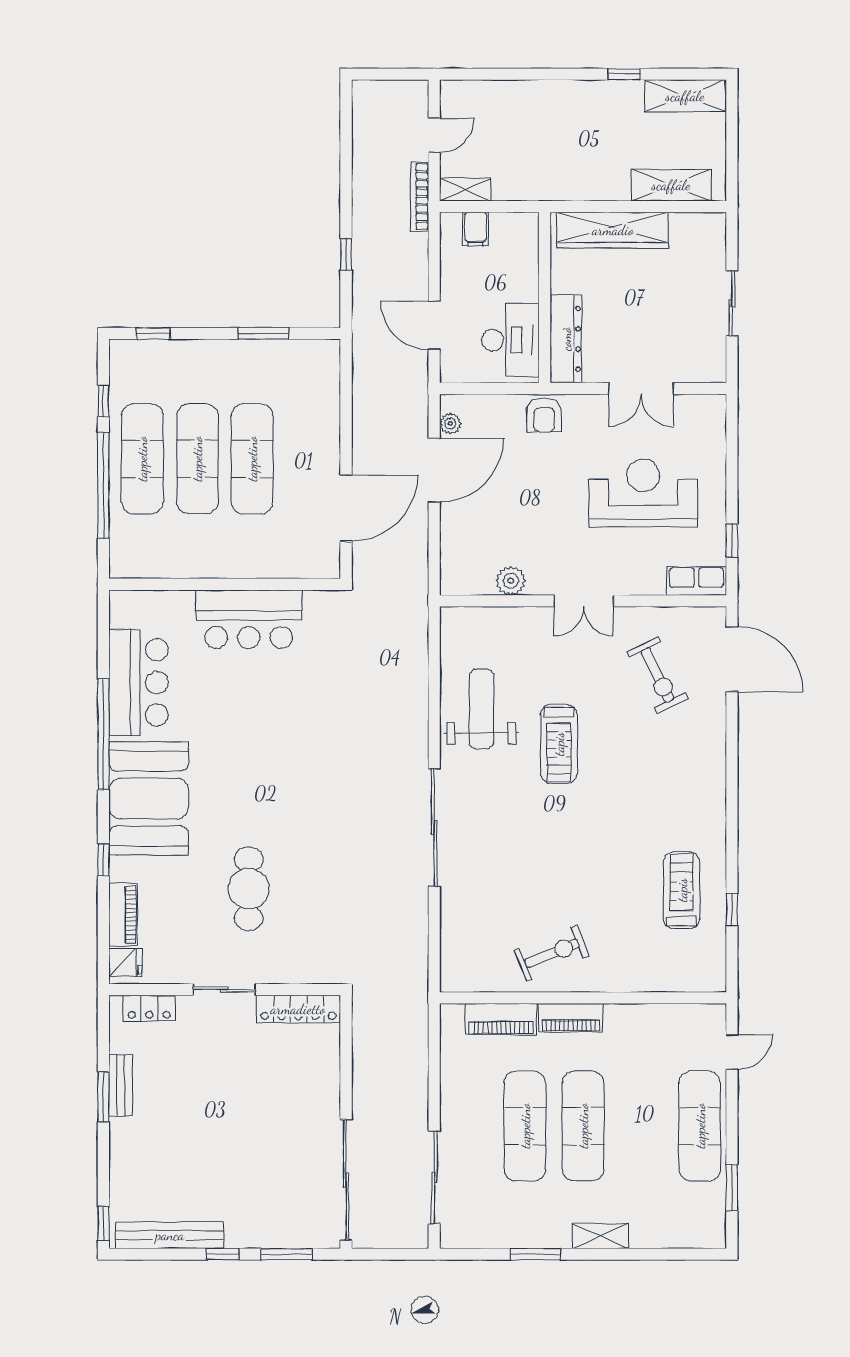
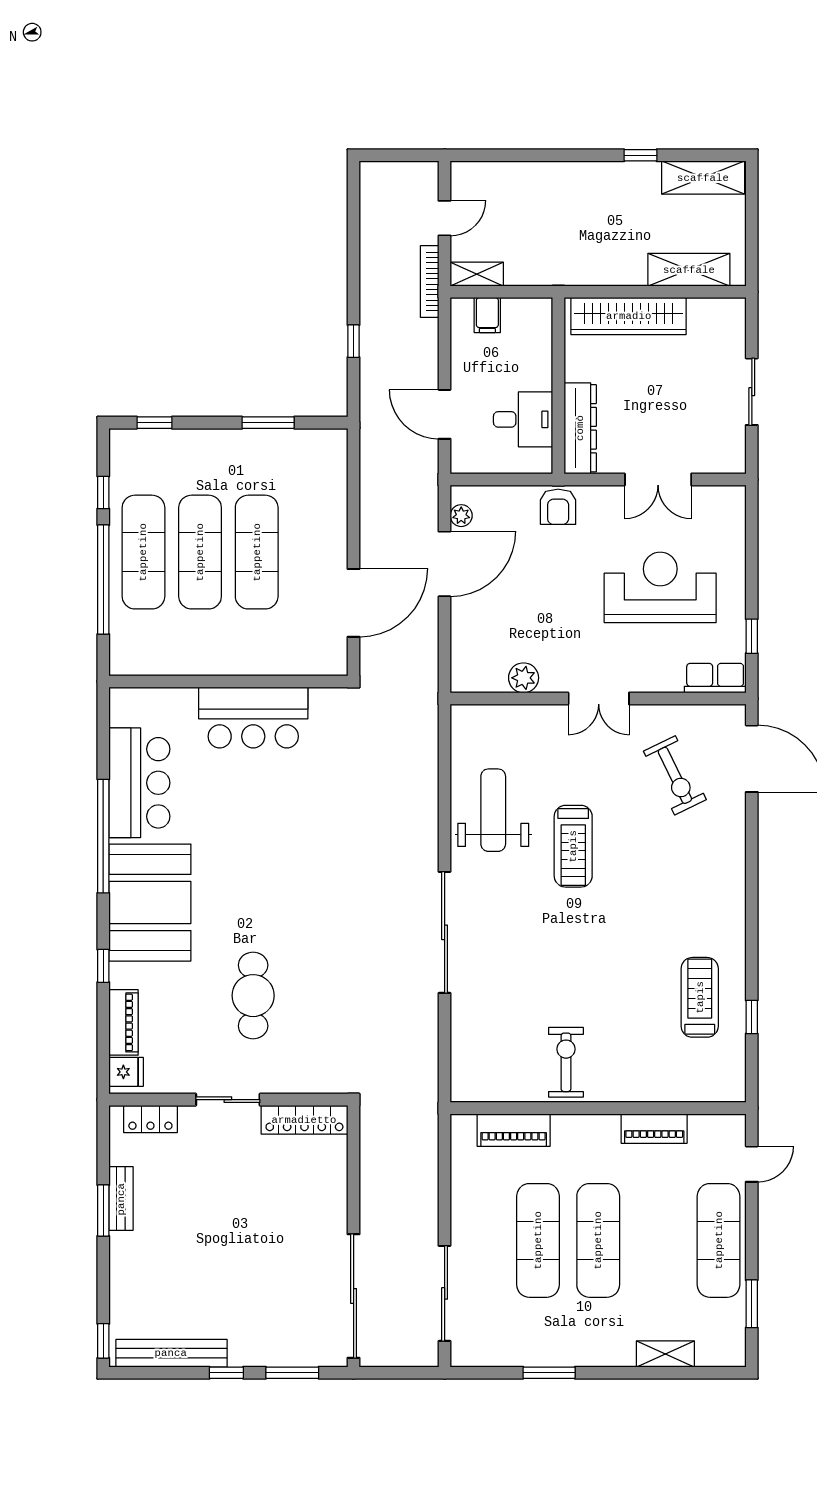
desk: (510, 340) -> (523, 419), width x0.73
exercise bike: (552, 953) -> (566, 1062), turned -68
piano: (571, 1018) -> (654, 1129), moved
shelving: (600, 1236) -> (665, 1354), moved

